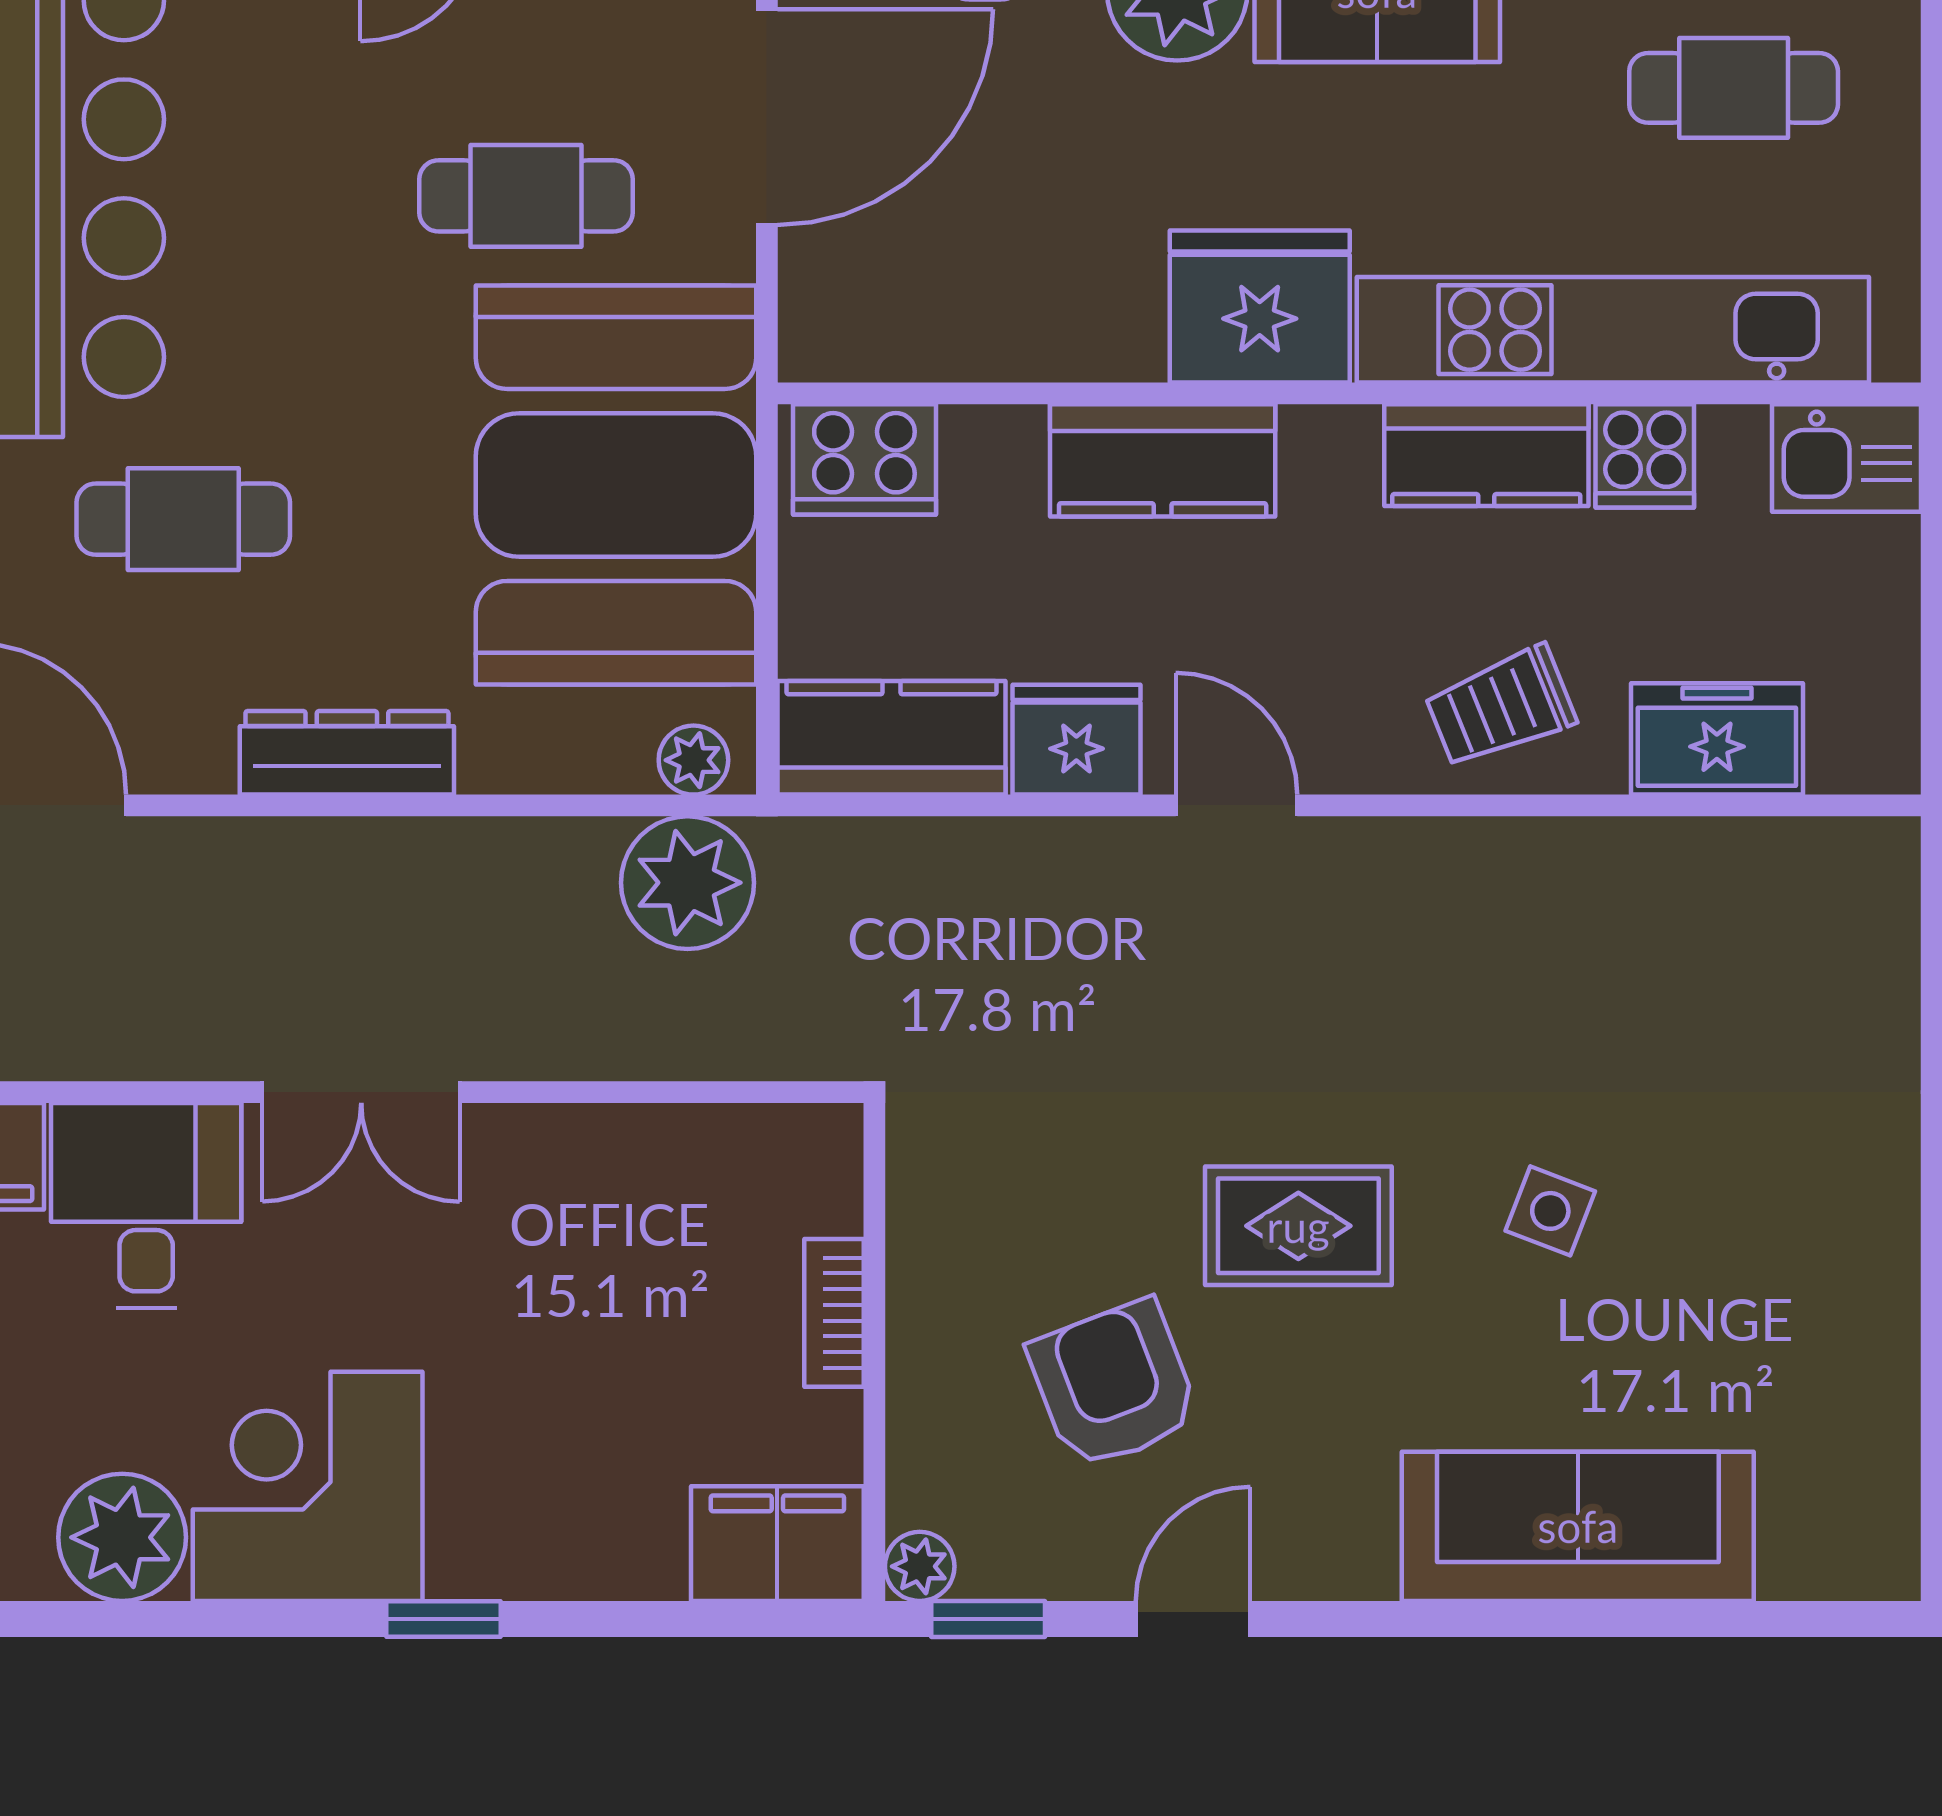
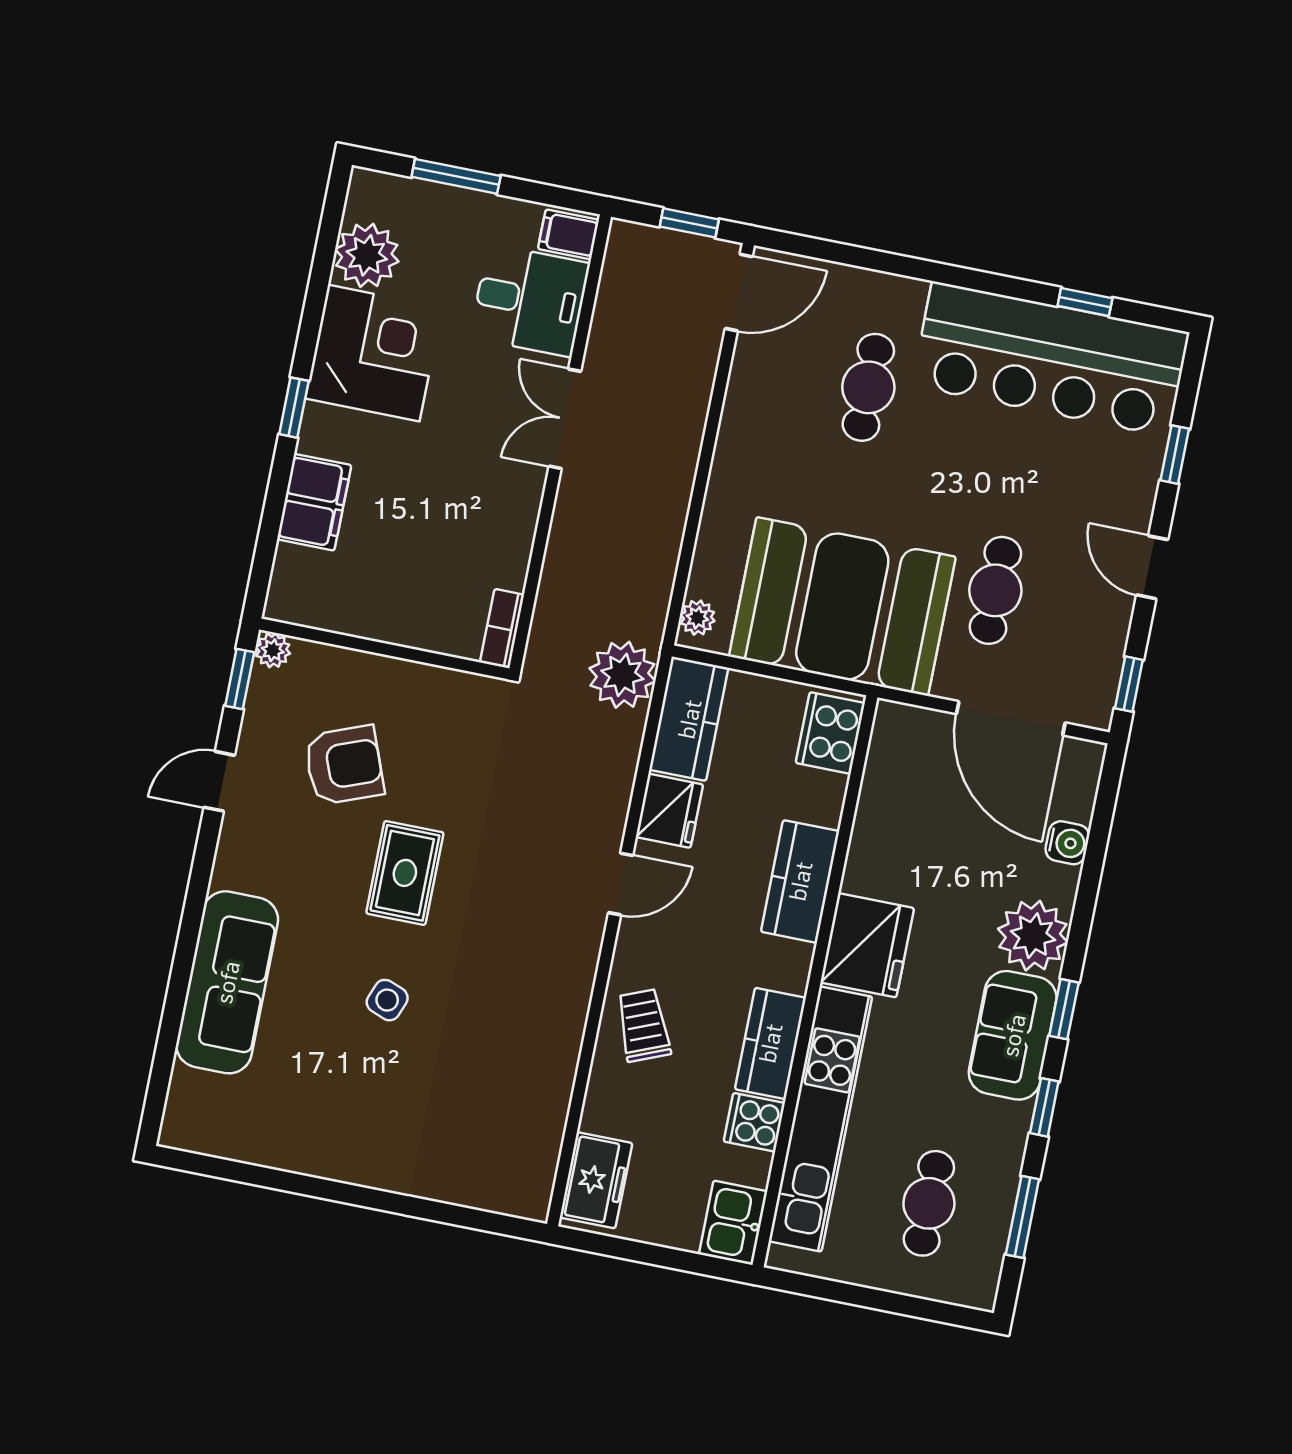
freezer: (1717, 739) -> (596, 1180), moved
dresser: (347, 753) -> (736, 446), removed
plant: (688, 883) -> (622, 675), moved
bookcase: (834, 1313) -> (502, 629), moved, turned -90
filing cabinet: (777, 1544) -> (314, 502), moved
door: (1193, 1619) -> (219, 781), swing flipped

